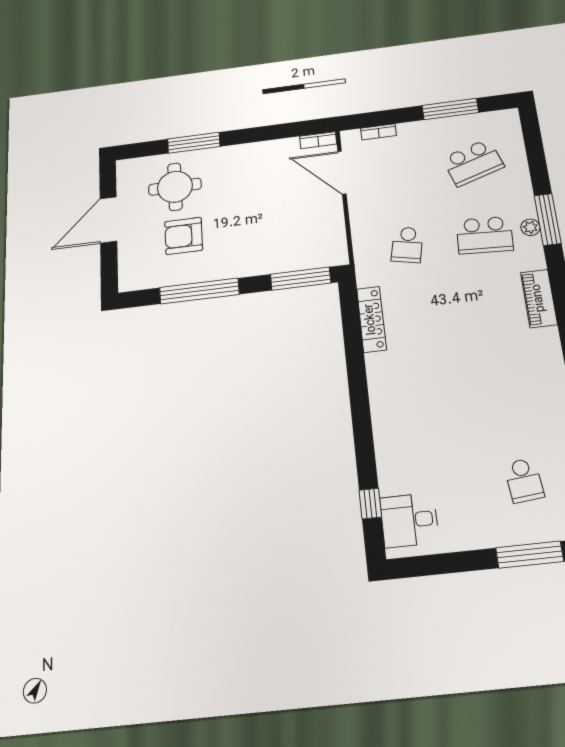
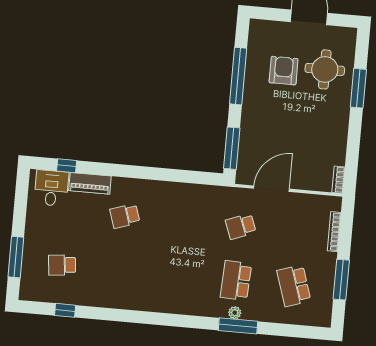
bookcase: (378, 132) -> (334, 232), width x1.56
door: (342, 172) -> (272, 189), moved
school desk: (407, 245) -> (241, 226), turned -33
piano: (539, 298) -> (90, 183), moved, turned 180
locker: (371, 319) -> (191, 191), removed
school desk: (428, 403) -> (125, 216), added

